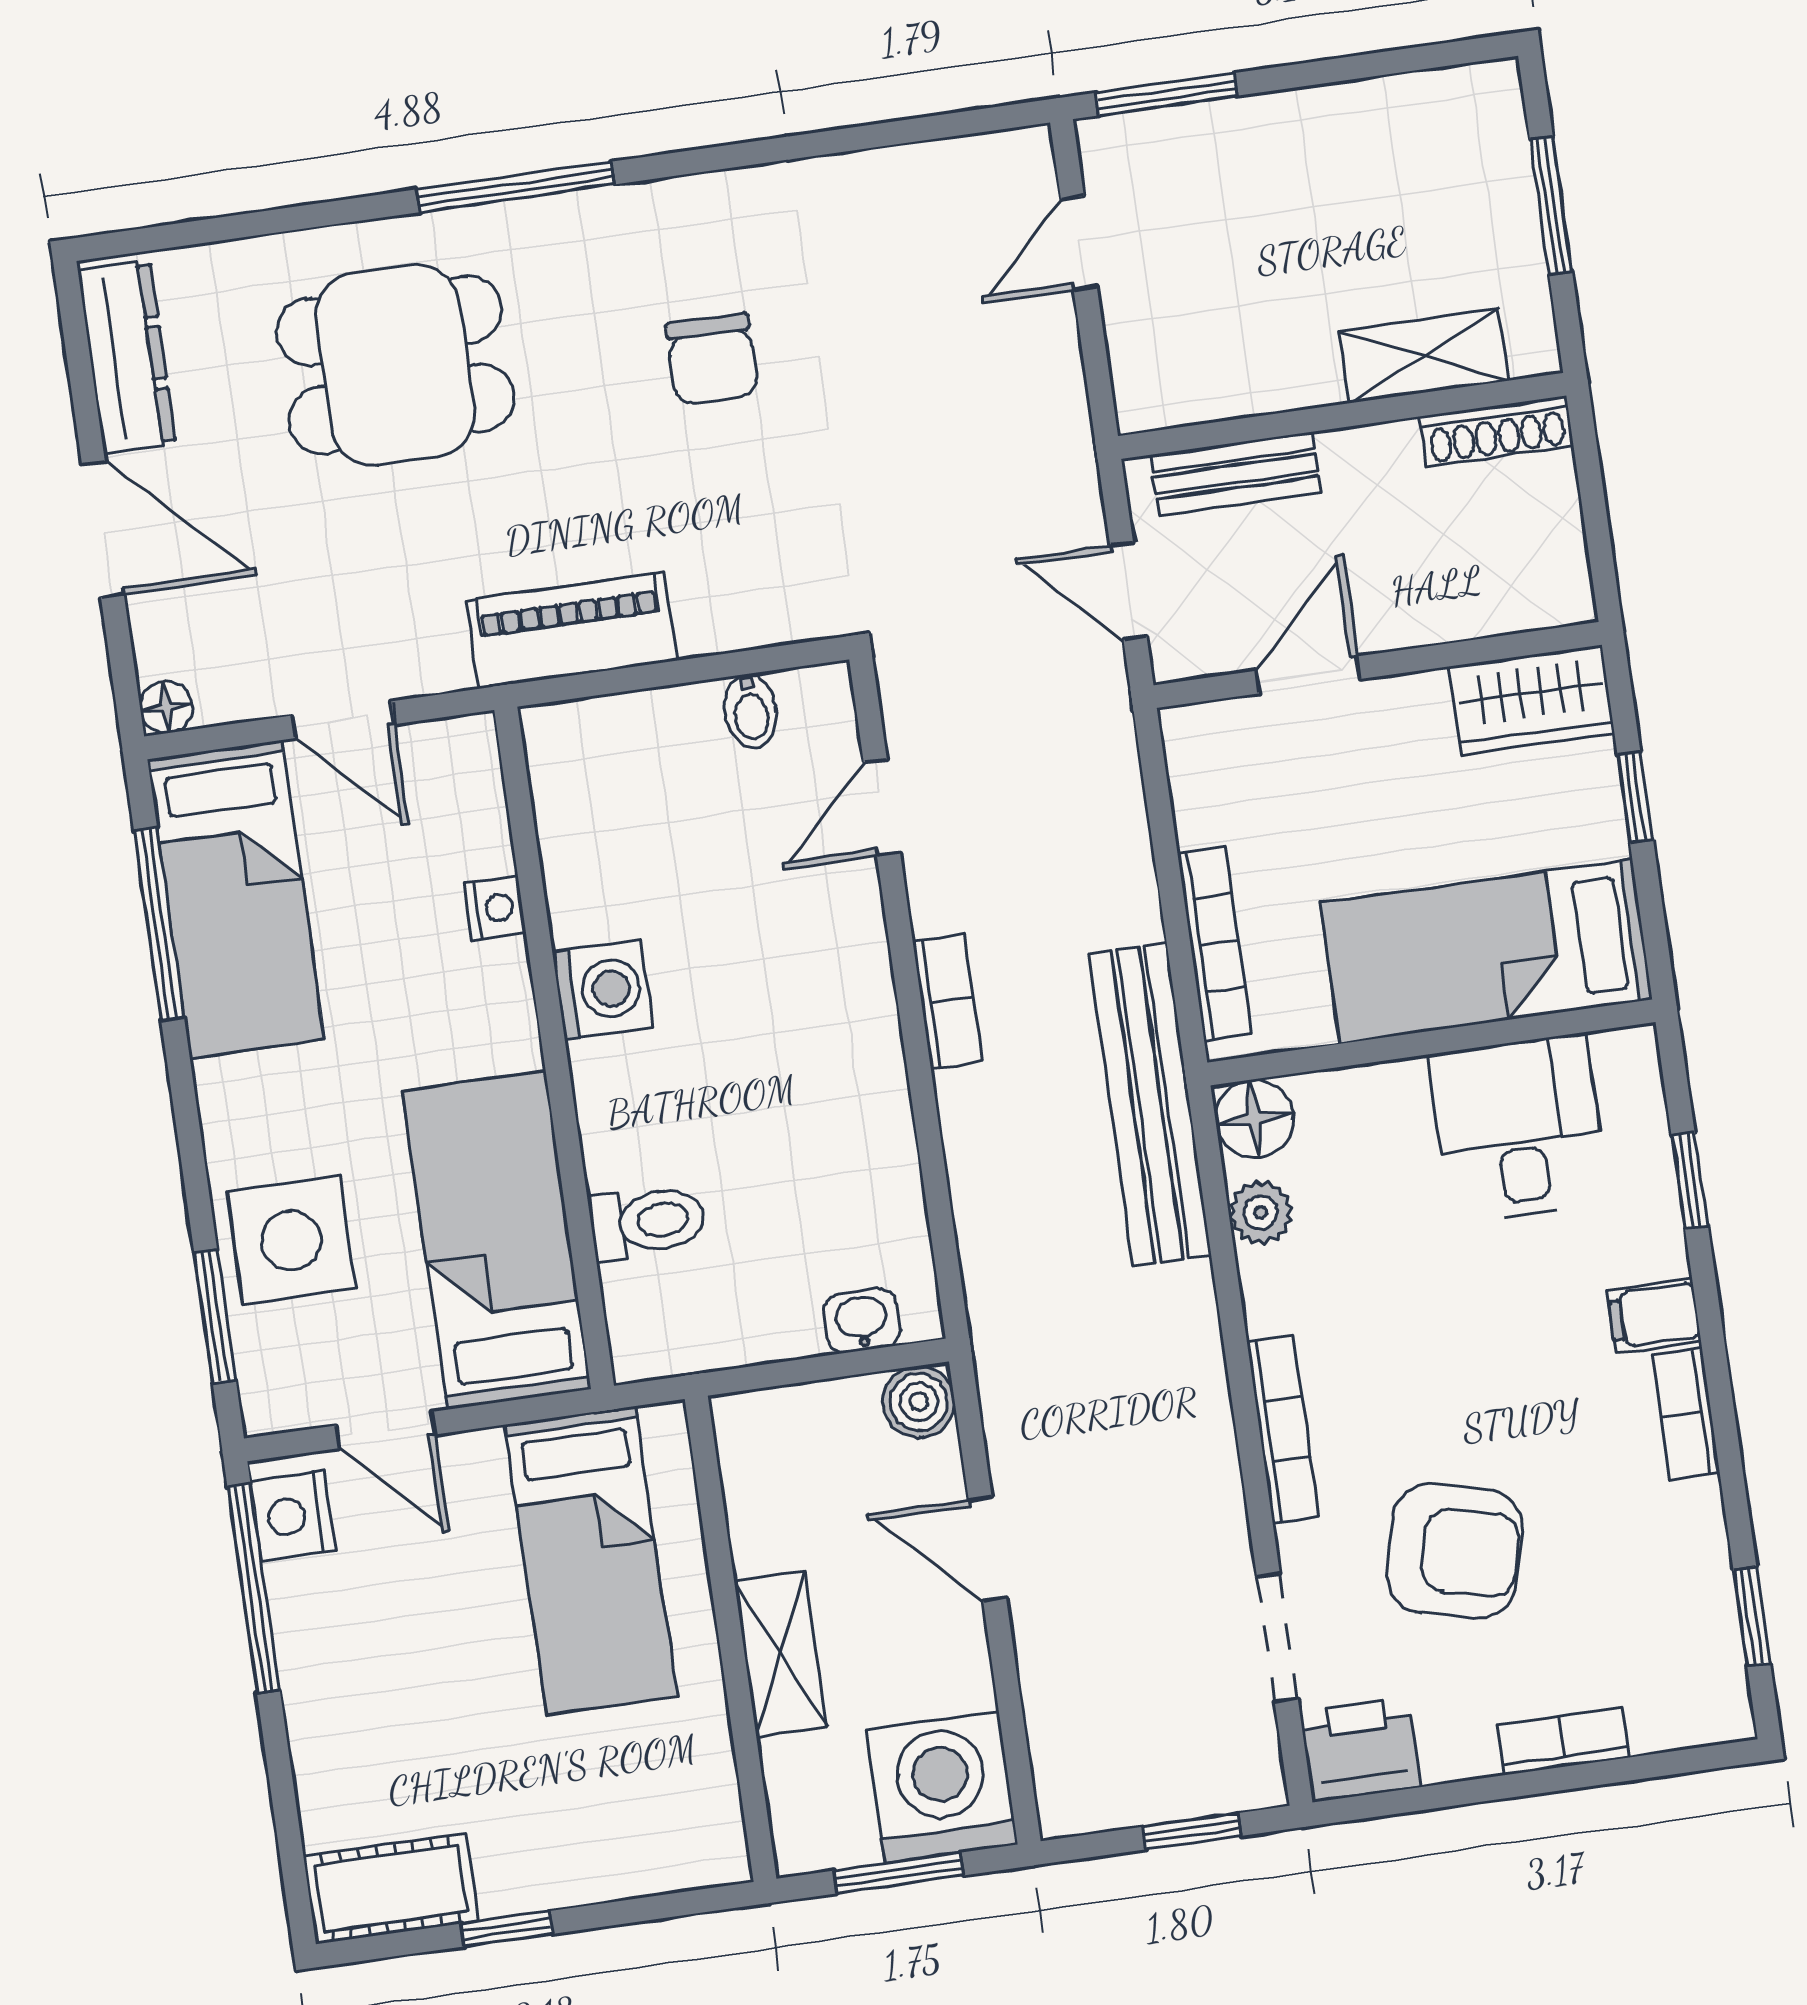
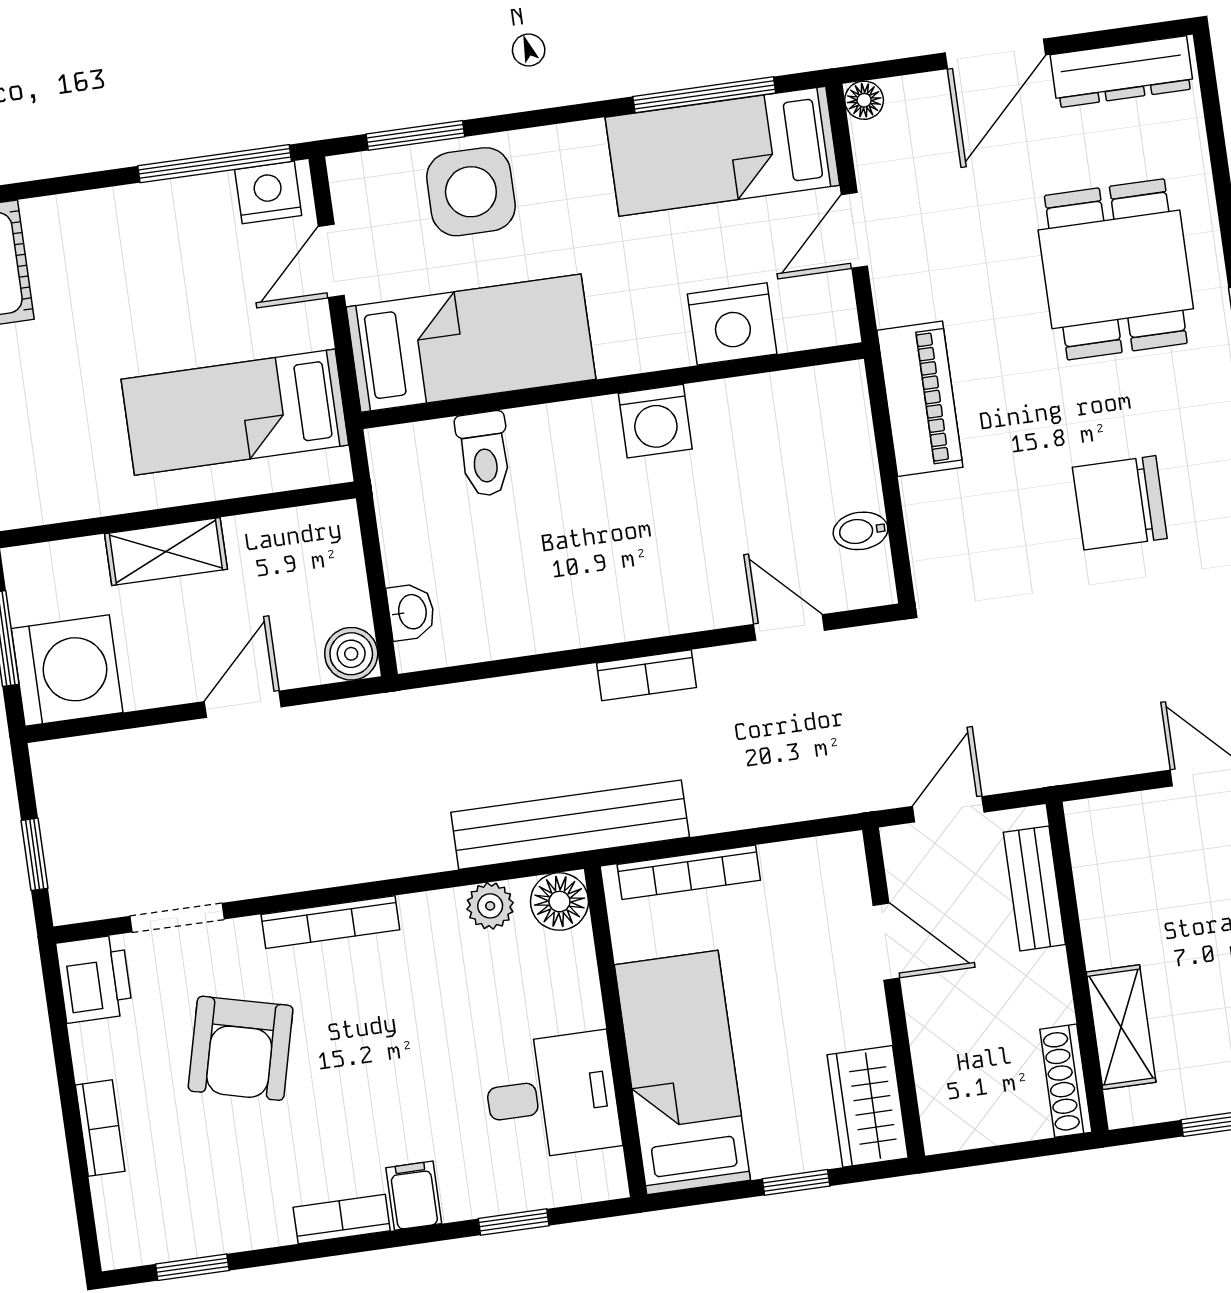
chair: (712, 359) -> (1120, 503), width x1.37, depth x1.37
nightstand: (495, 908) -> (732, 324), width x1.89, depth x1.79

